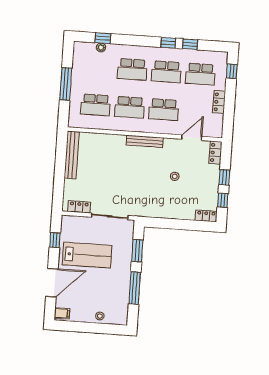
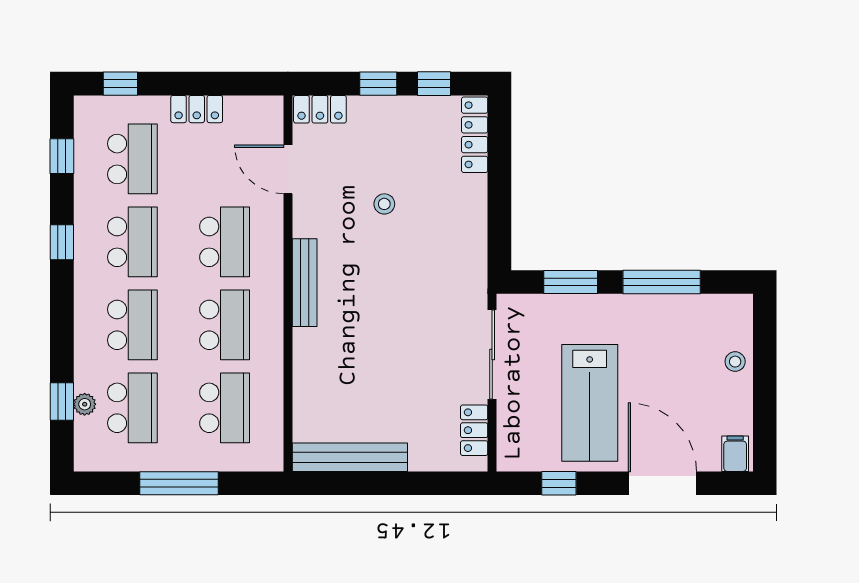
window: (190, 44) -> (62, 156), moved
school desk: (98, 67) -> (132, 408), added
locker: (206, 216) -> (475, 135), width x1.53
lab bench: (87, 255) -> (590, 403), turned 180

